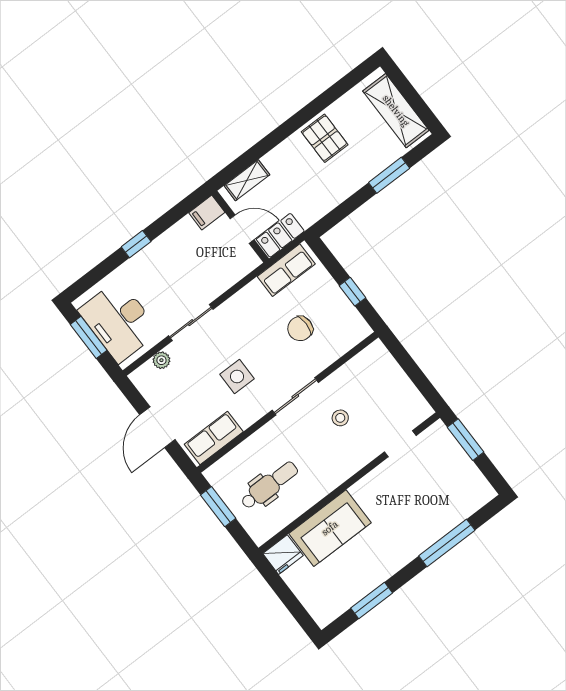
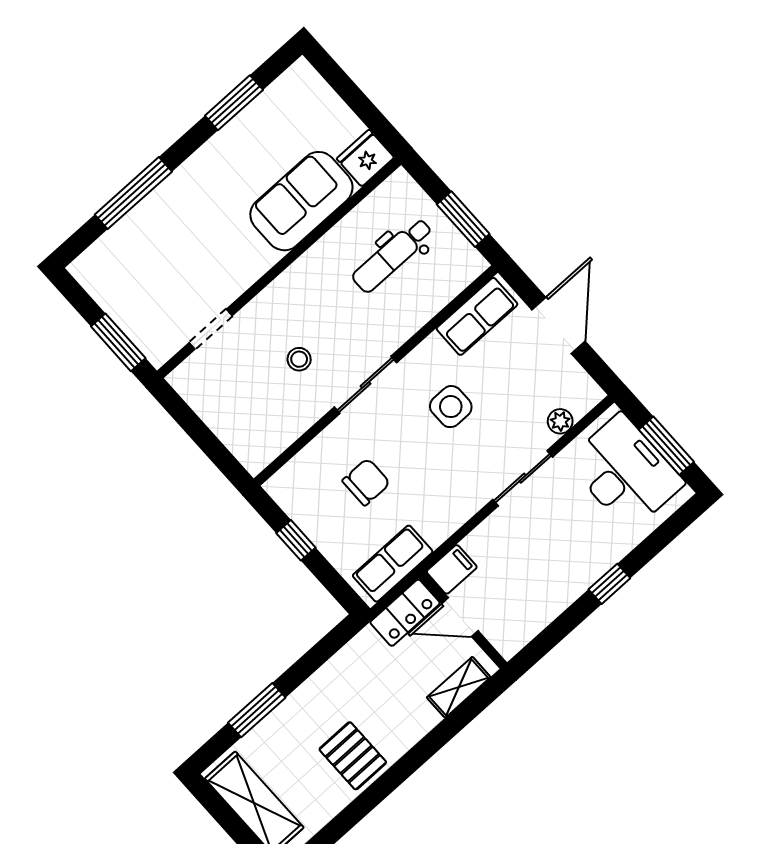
filing cabinet: (207, 212) -> (452, 569), moved

